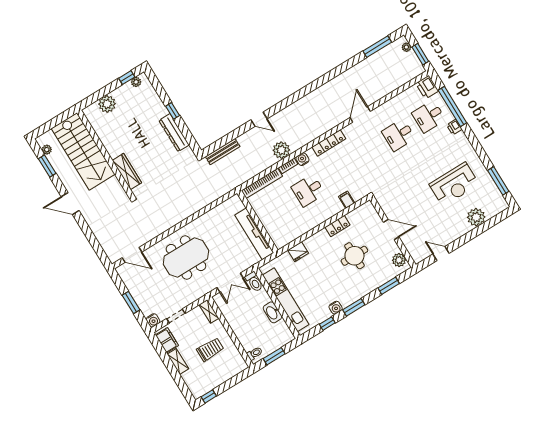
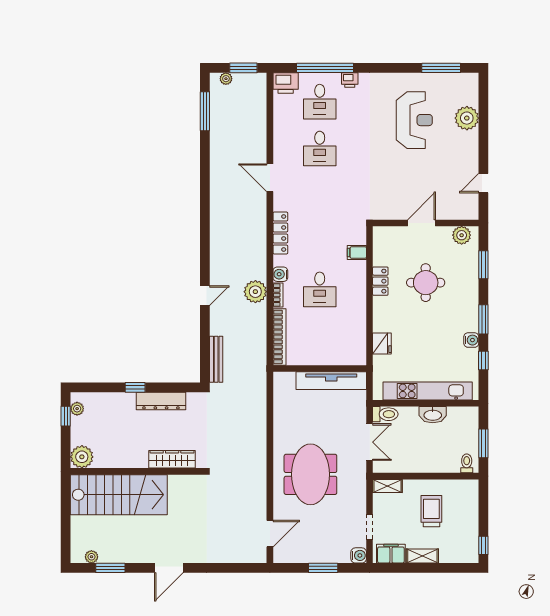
stairs: (83, 151) -> (119, 495), moved
wall: (105, 154) -> (137, 471), moved
wardrobe: (127, 172) -> (172, 459), moved

